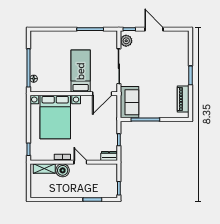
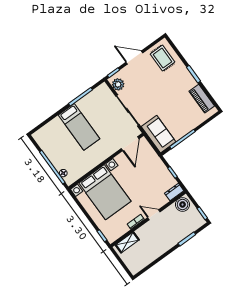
rug: (176, 45) -> (163, 58), added
bed: (81, 71) -> (79, 127), moved, turned 180
boiler: (63, 170) -> (183, 205), moved

